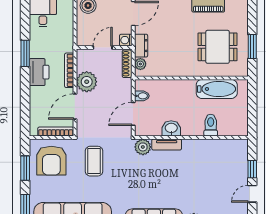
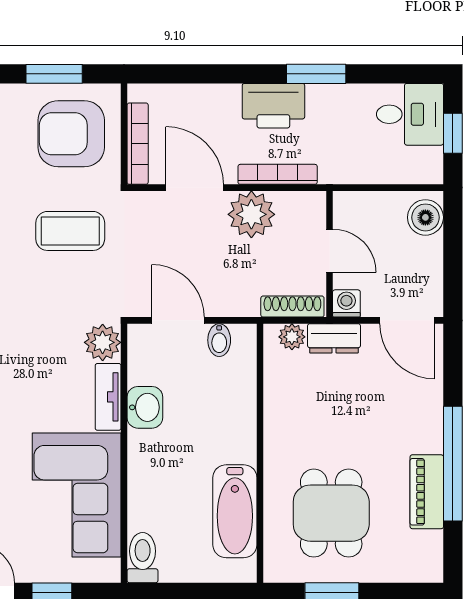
toilet: (211, 125) -> (143, 558), moved, turned -90
corner sofa: (210, 158) -> (77, 495), added

